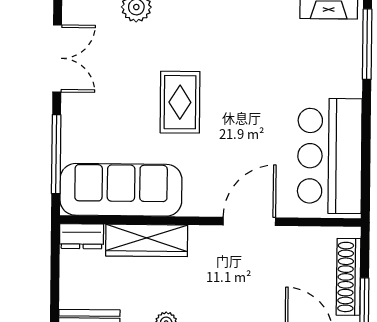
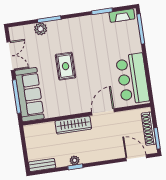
sofa: (121, 190) -> (29, 95), moved, turned 90
dresser: (82, 236) -> (33, 130), removed
wardrobe: (147, 240) -> (73, 125), moved

